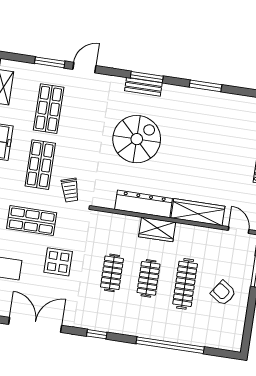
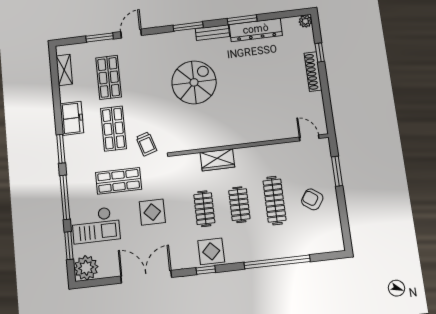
bench: (143, 87) -> (212, 33), moved
dresser: (144, 204) -> (256, 30), moved, turned 180
wardrobe: (198, 212) -> (267, 132), removed
wardrobe: (157, 229) -> (217, 160), moved
display table: (107, 317) -> (211, 251), added

